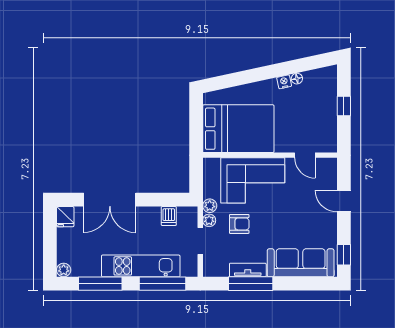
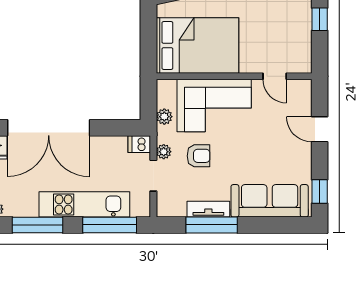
double door: (110, 200) -> (49, 128), width x1.36
plant: (210, 206) -> (164, 117), moved
dishwasher: (169, 216) -> (139, 144), moved, turned 90

